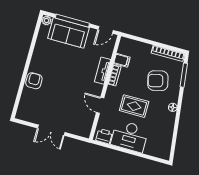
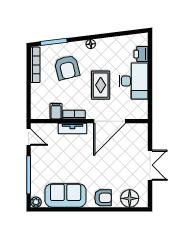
sofa: (69, 33) -> (66, 195), moved, turned -90
armchair: (34, 81) -> (103, 198), turned 180
floor lamp: (27, 104) -> (130, 198), added
door: (100, 105) -> (110, 121), width x1.88
printer: (104, 136) -> (141, 54), moved

